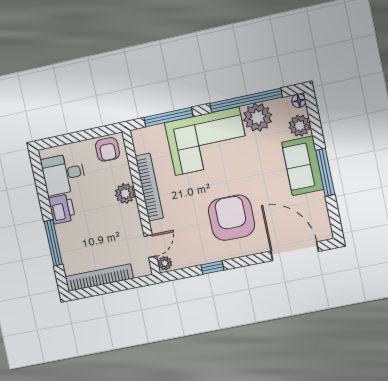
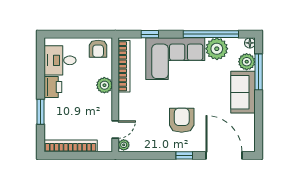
window: (168, 117) -> (150, 34), width x0.46
window: (325, 172) -> (259, 72), moved
bookcase: (149, 187) -> (124, 66), moved
armchair: (231, 218) -> (182, 120), width x0.73, depth x0.73
window: (53, 243) -> (40, 112), width x0.69
window: (212, 267) -> (184, 155), moved

